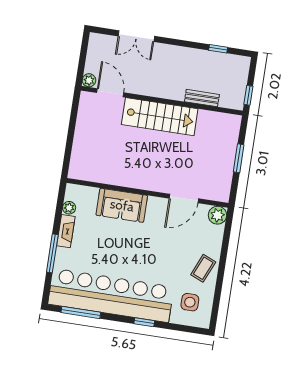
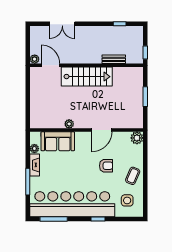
plant: (124, 180) -> (69, 124), added
door: (184, 198) -> (102, 130), moved
sofa: (122, 205) -> (58, 141), moved
armchair: (167, 248) -> (106, 166), added

